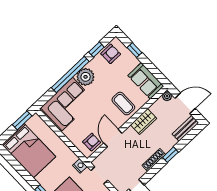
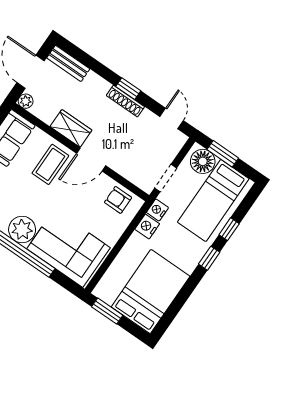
door: (113, 138) -> (91, 160), moved
window: (170, 155) -> (128, 89), moved
nightstand: (71, 157) -> (147, 227), added

